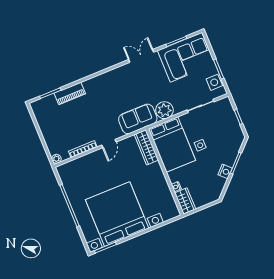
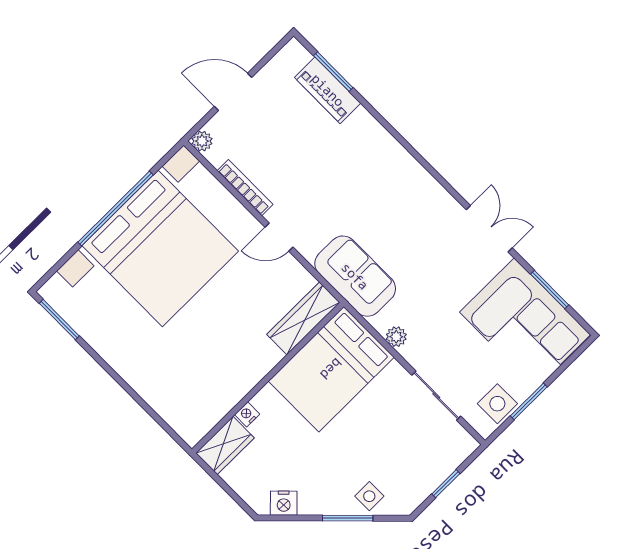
piano: (70, 93) -> (328, 90), moved
plant: (164, 110) -> (396, 337), width x0.53, depth x0.53
door: (42, 138) -> (233, 92), added
side table: (200, 145) -> (369, 496), moved
nightstand: (225, 171) -> (284, 503), moved
bed with nightstands: (117, 214) -> (160, 248), moved, turned 90

